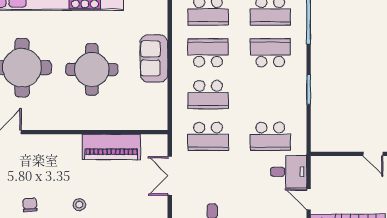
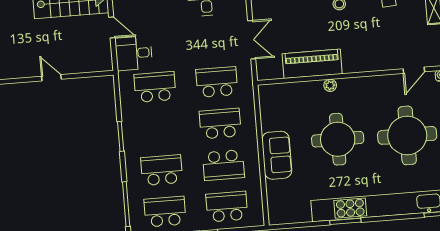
school desk: (270, 53) -> (162, 170), turned 180
plant: (95, 124) -> (330, 85), added

